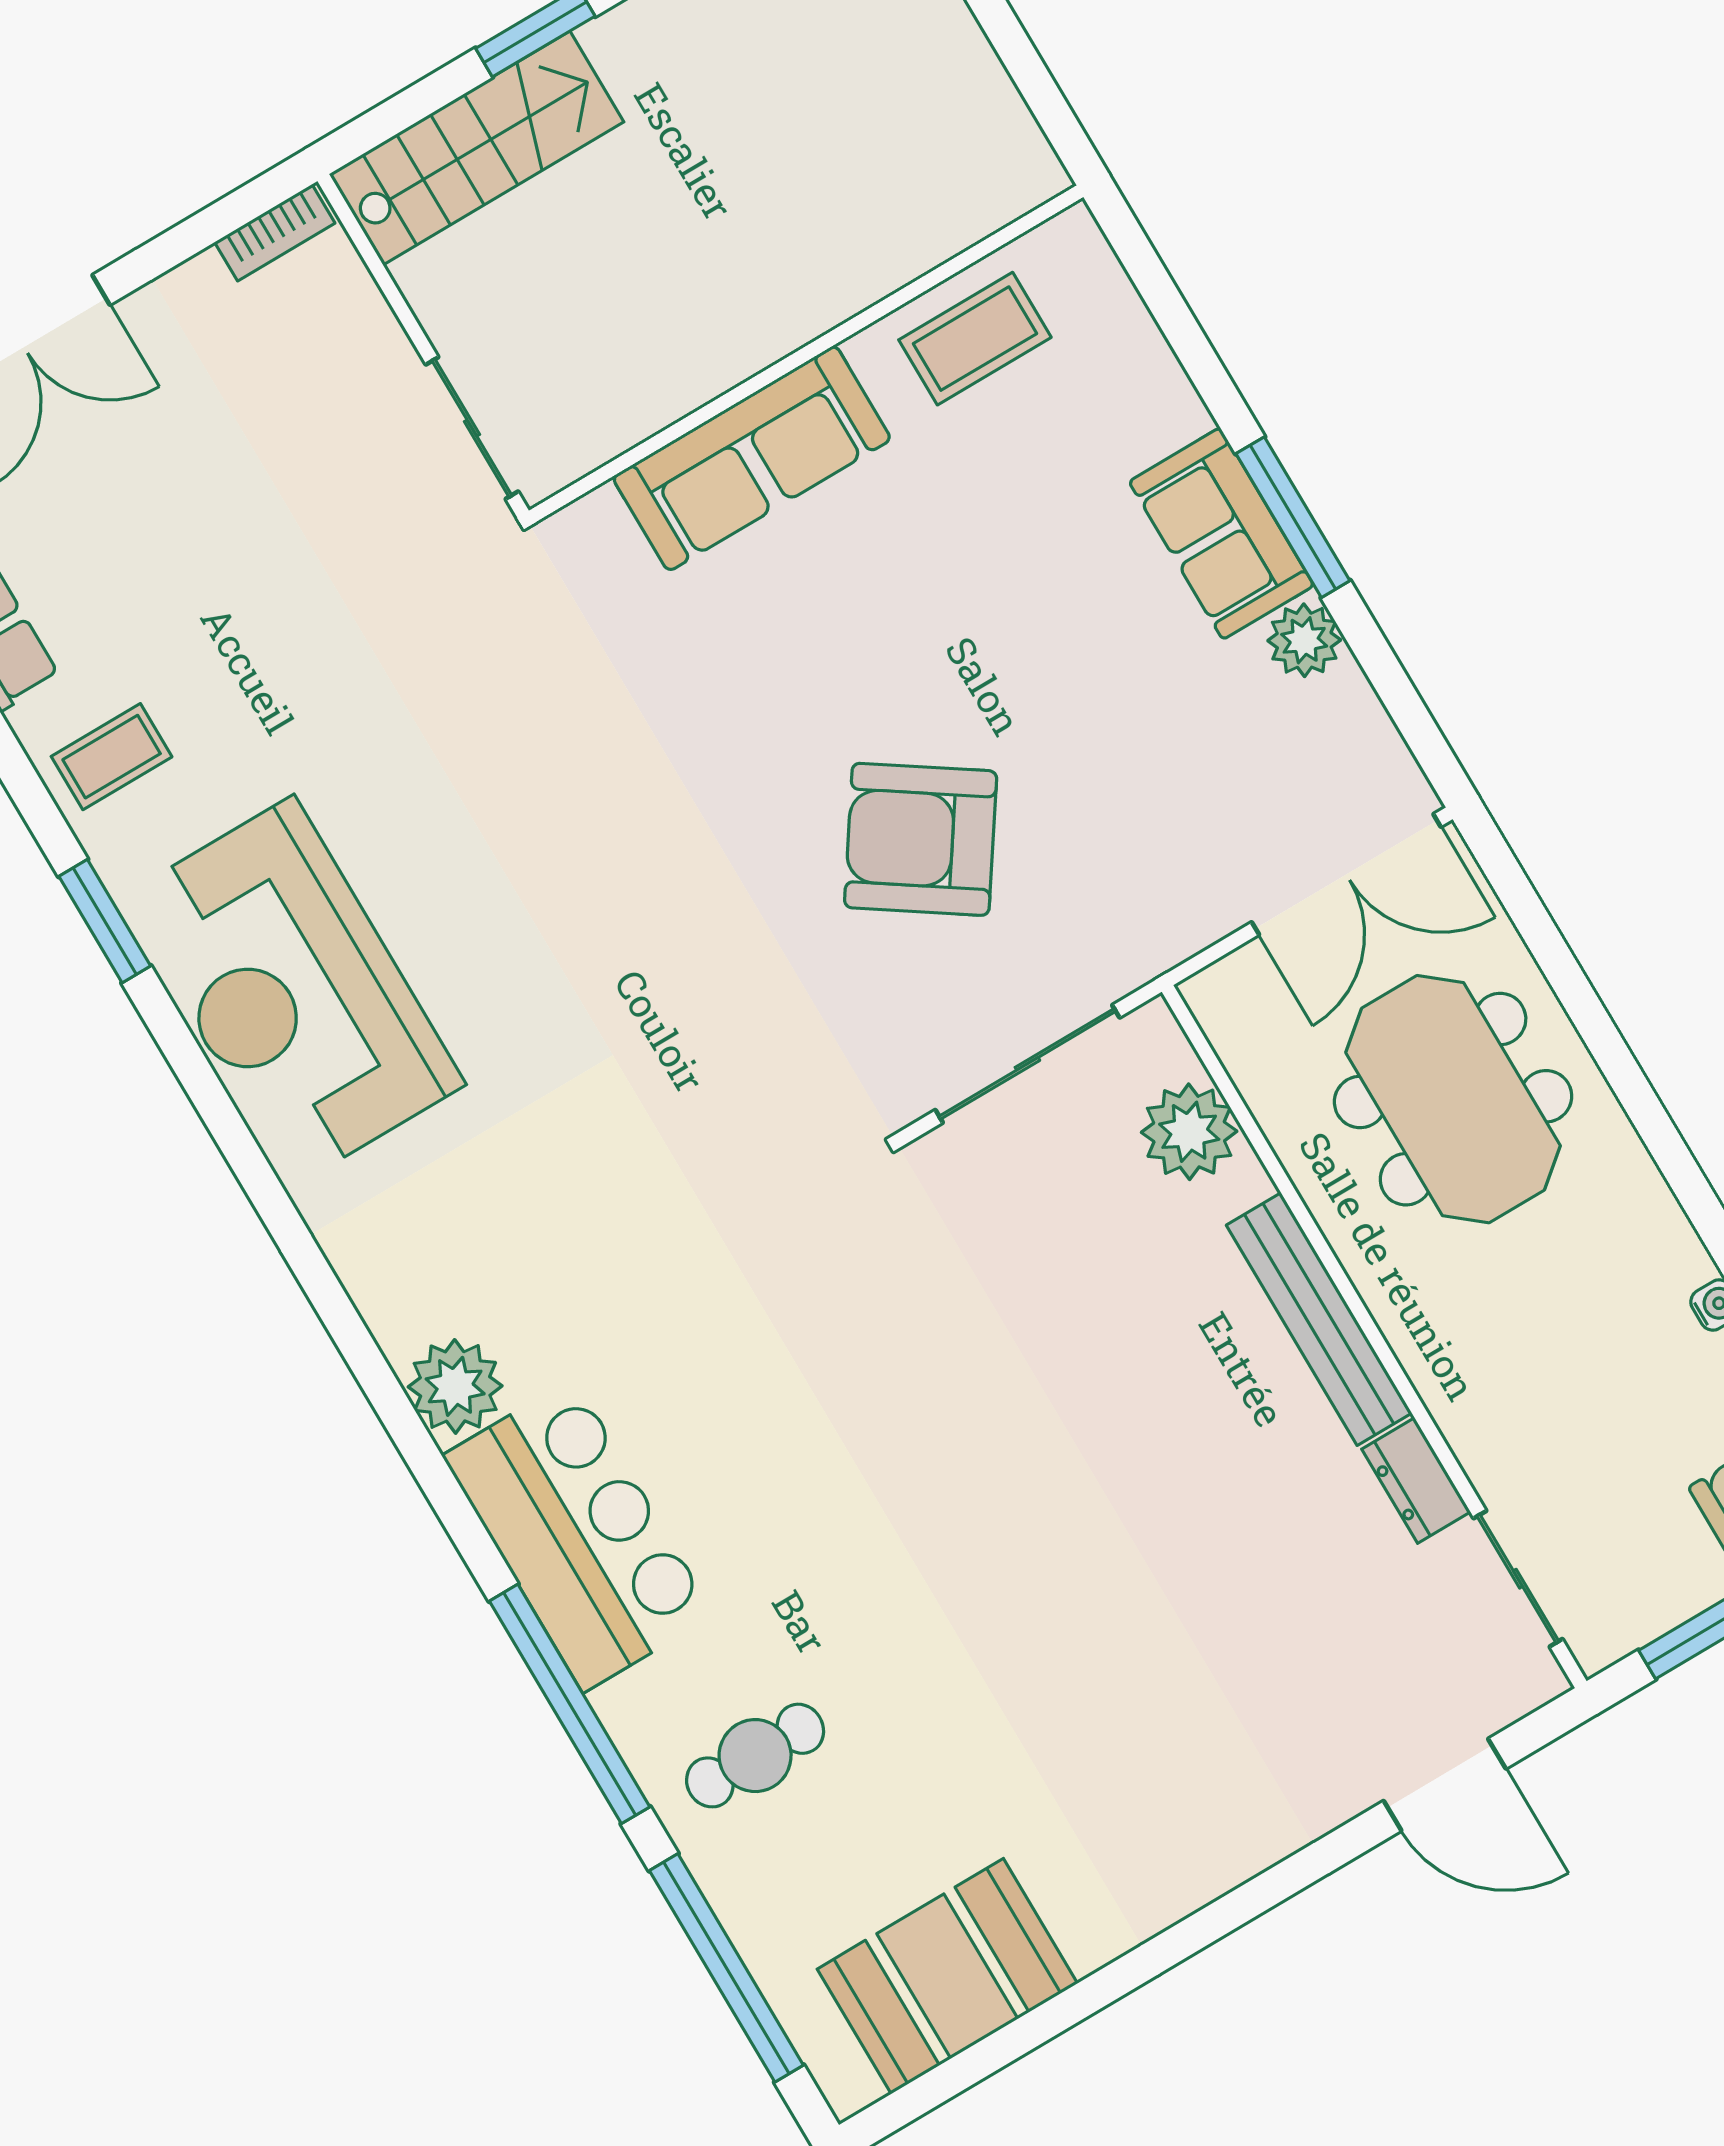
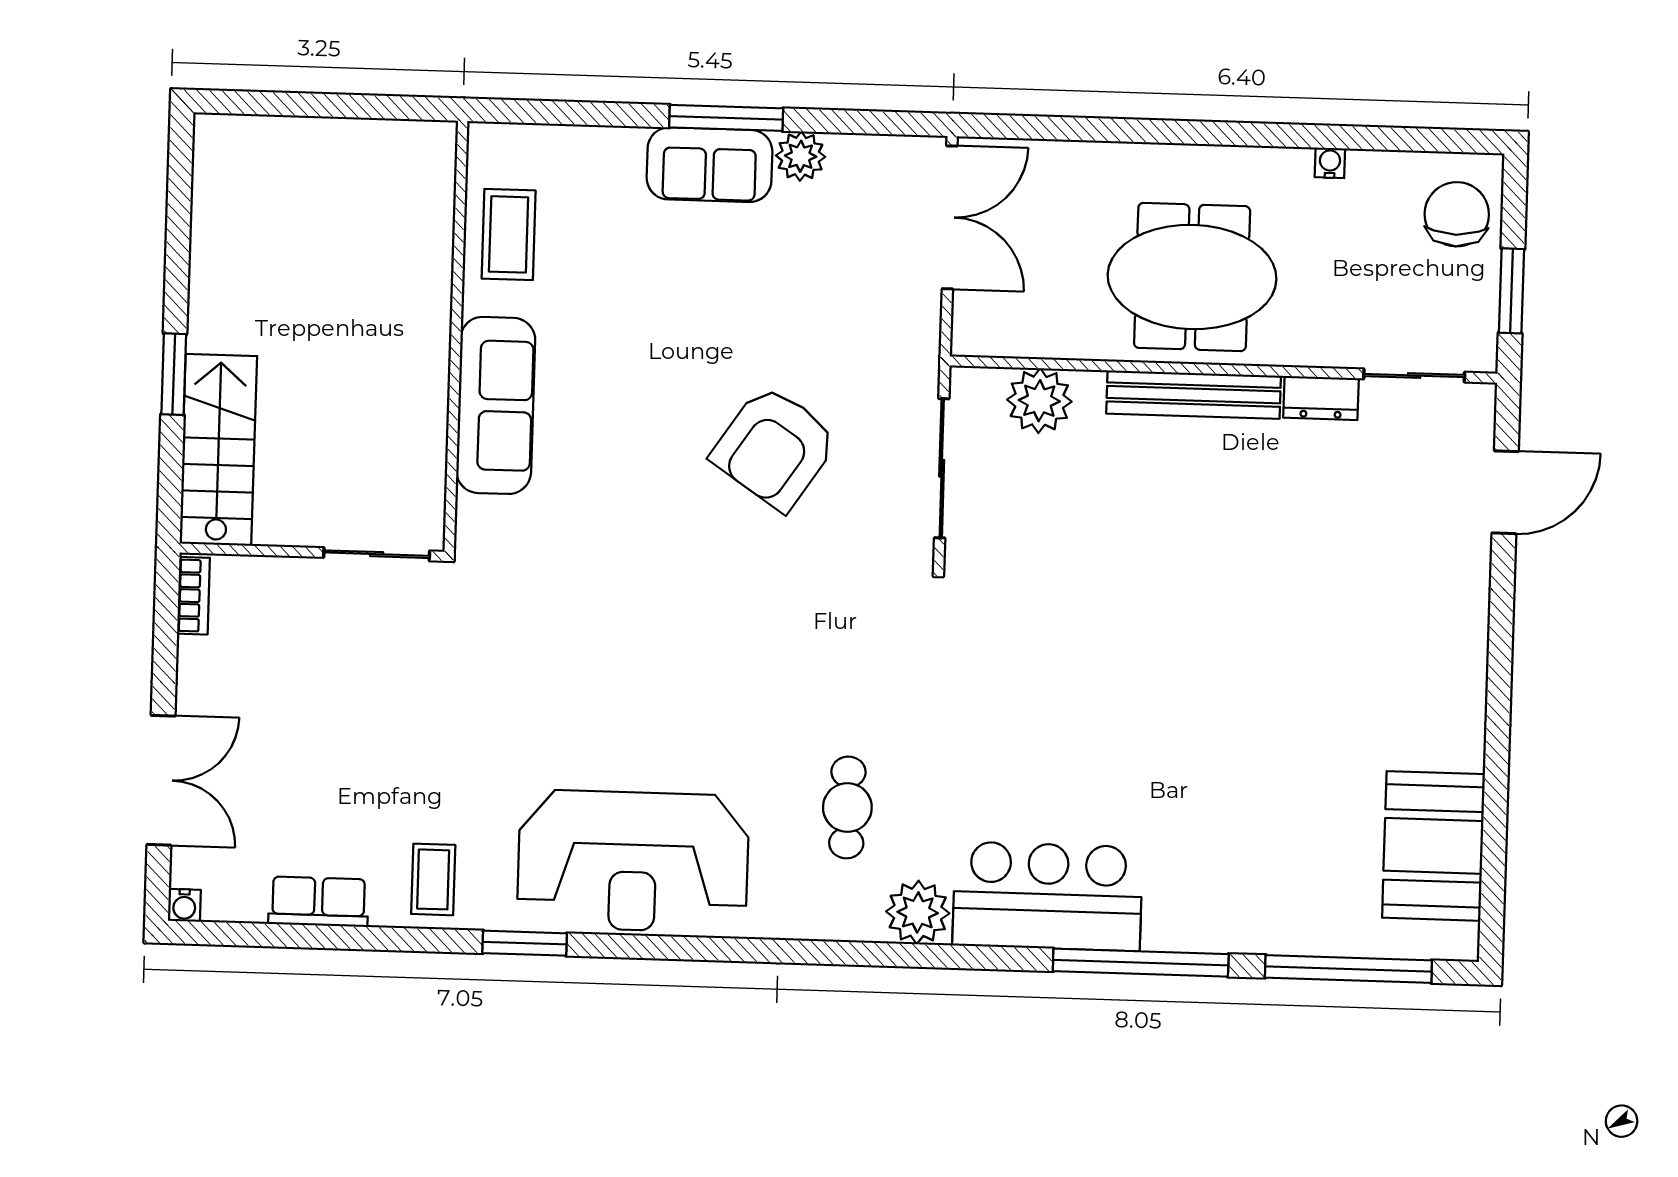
meeting table: (1453, 1099) -> (1192, 277), moved
cafe table: (755, 1756) -> (847, 807), moved

